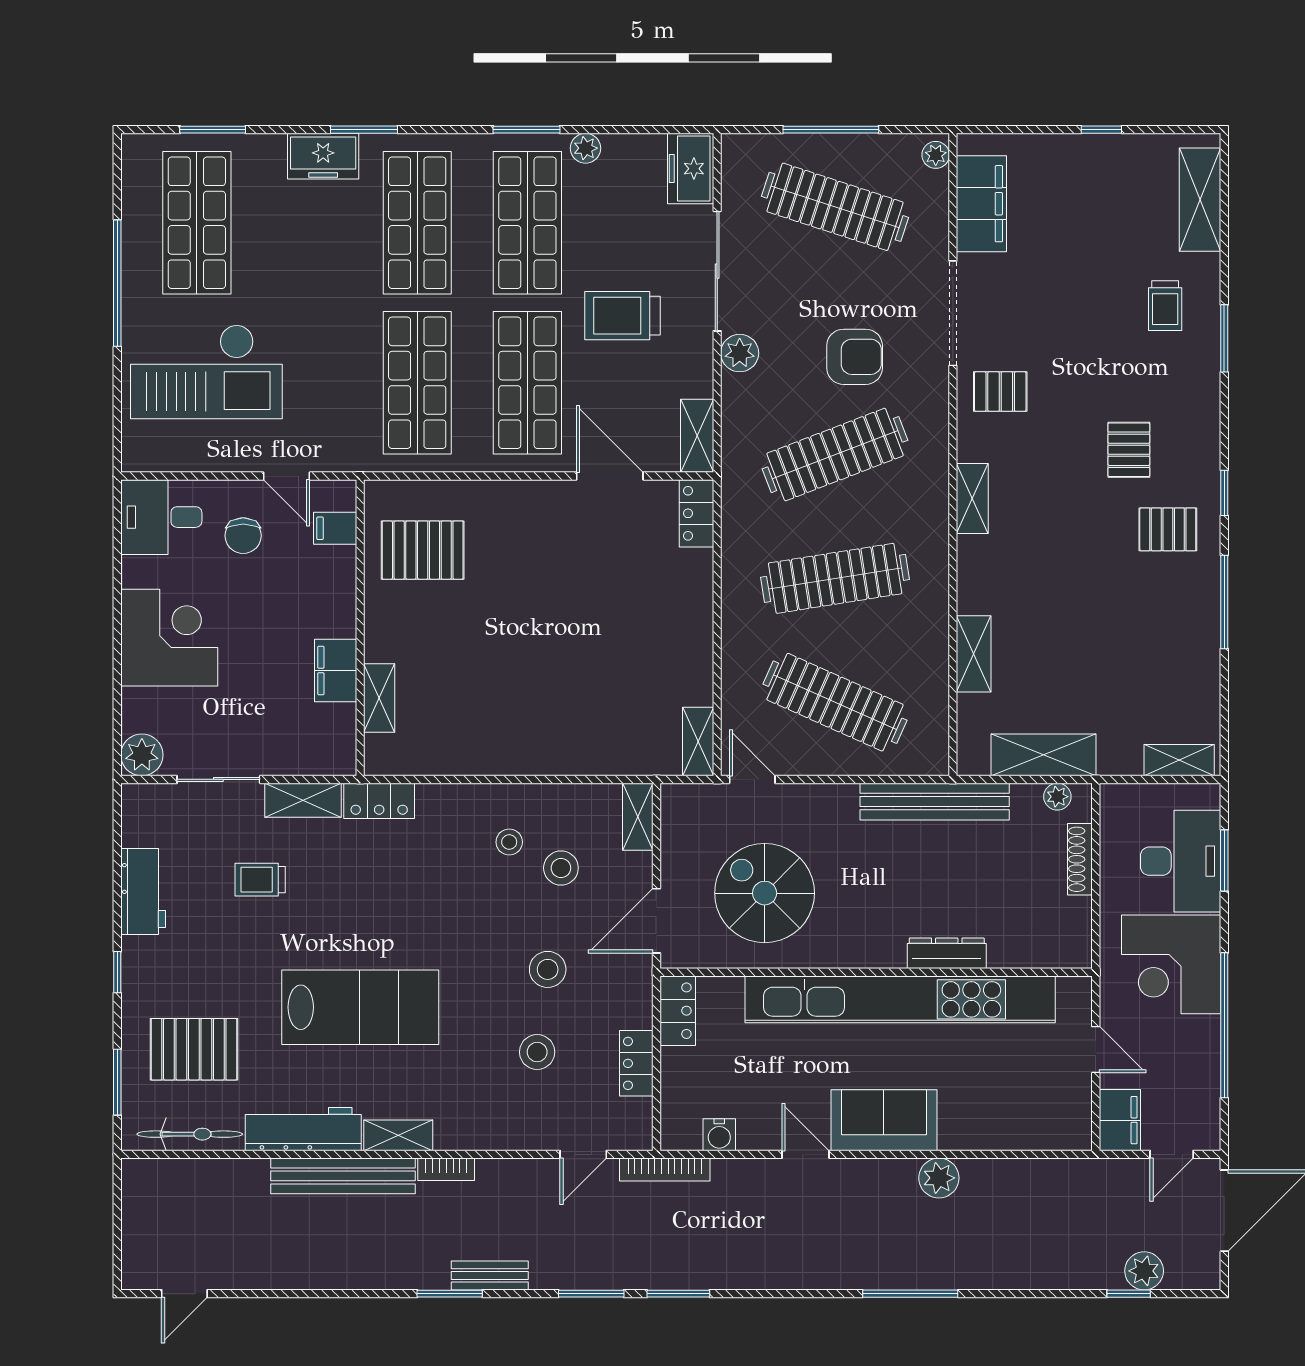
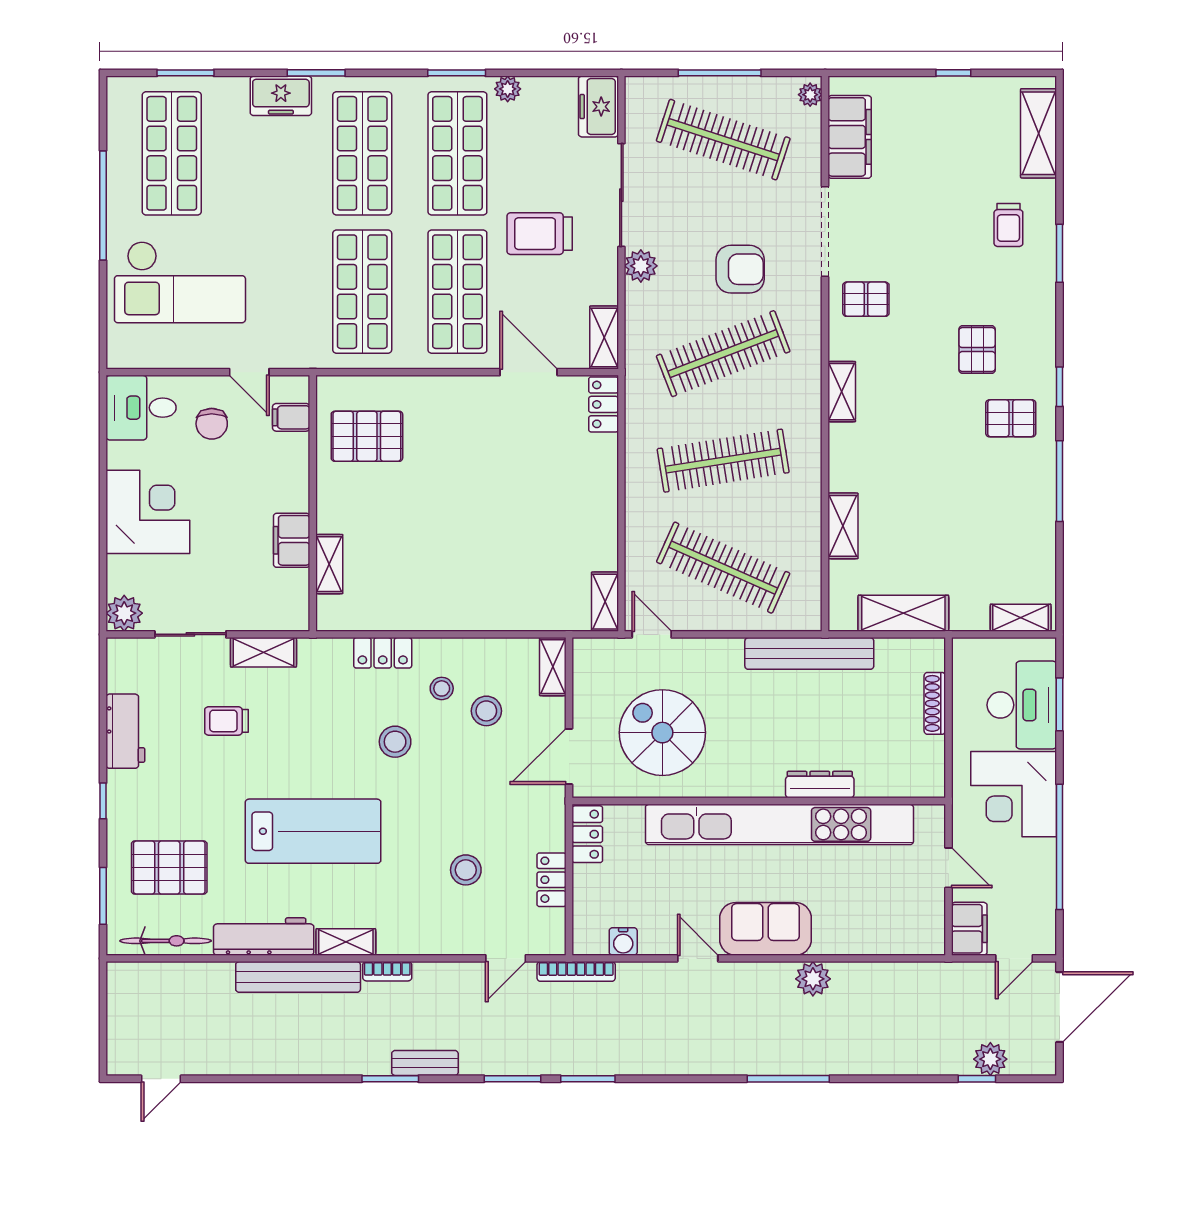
plant: (1057, 797) -> (915, 649), removed
locker: (379, 801) -> (383, 653), moved
stool: (548, 969) -> (395, 742), moved

